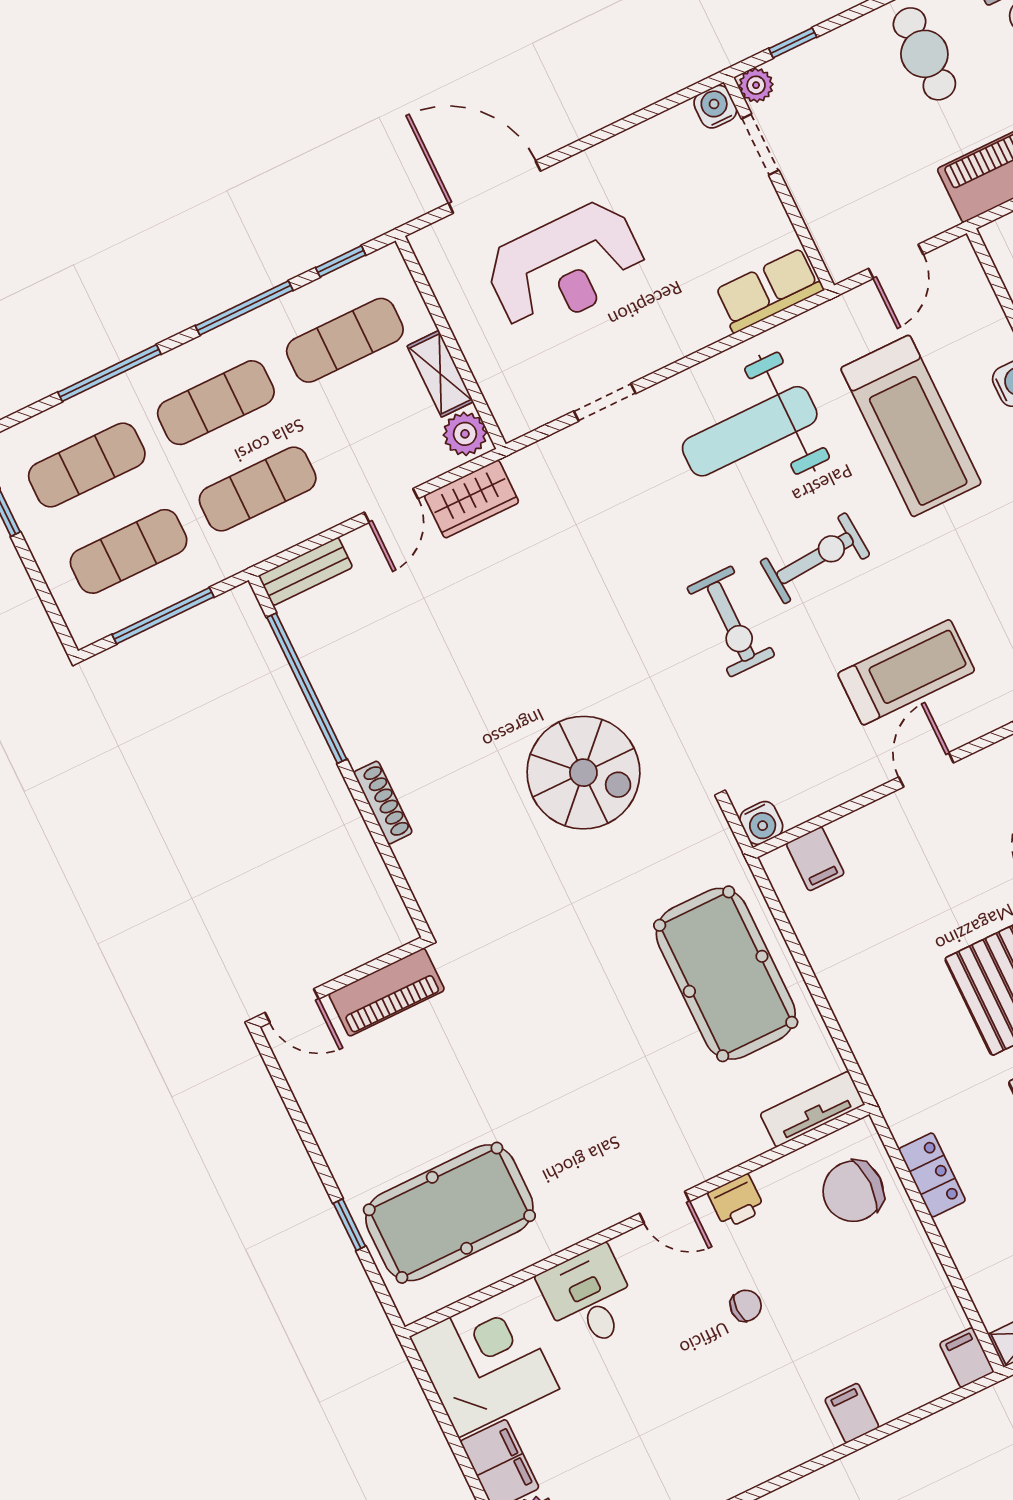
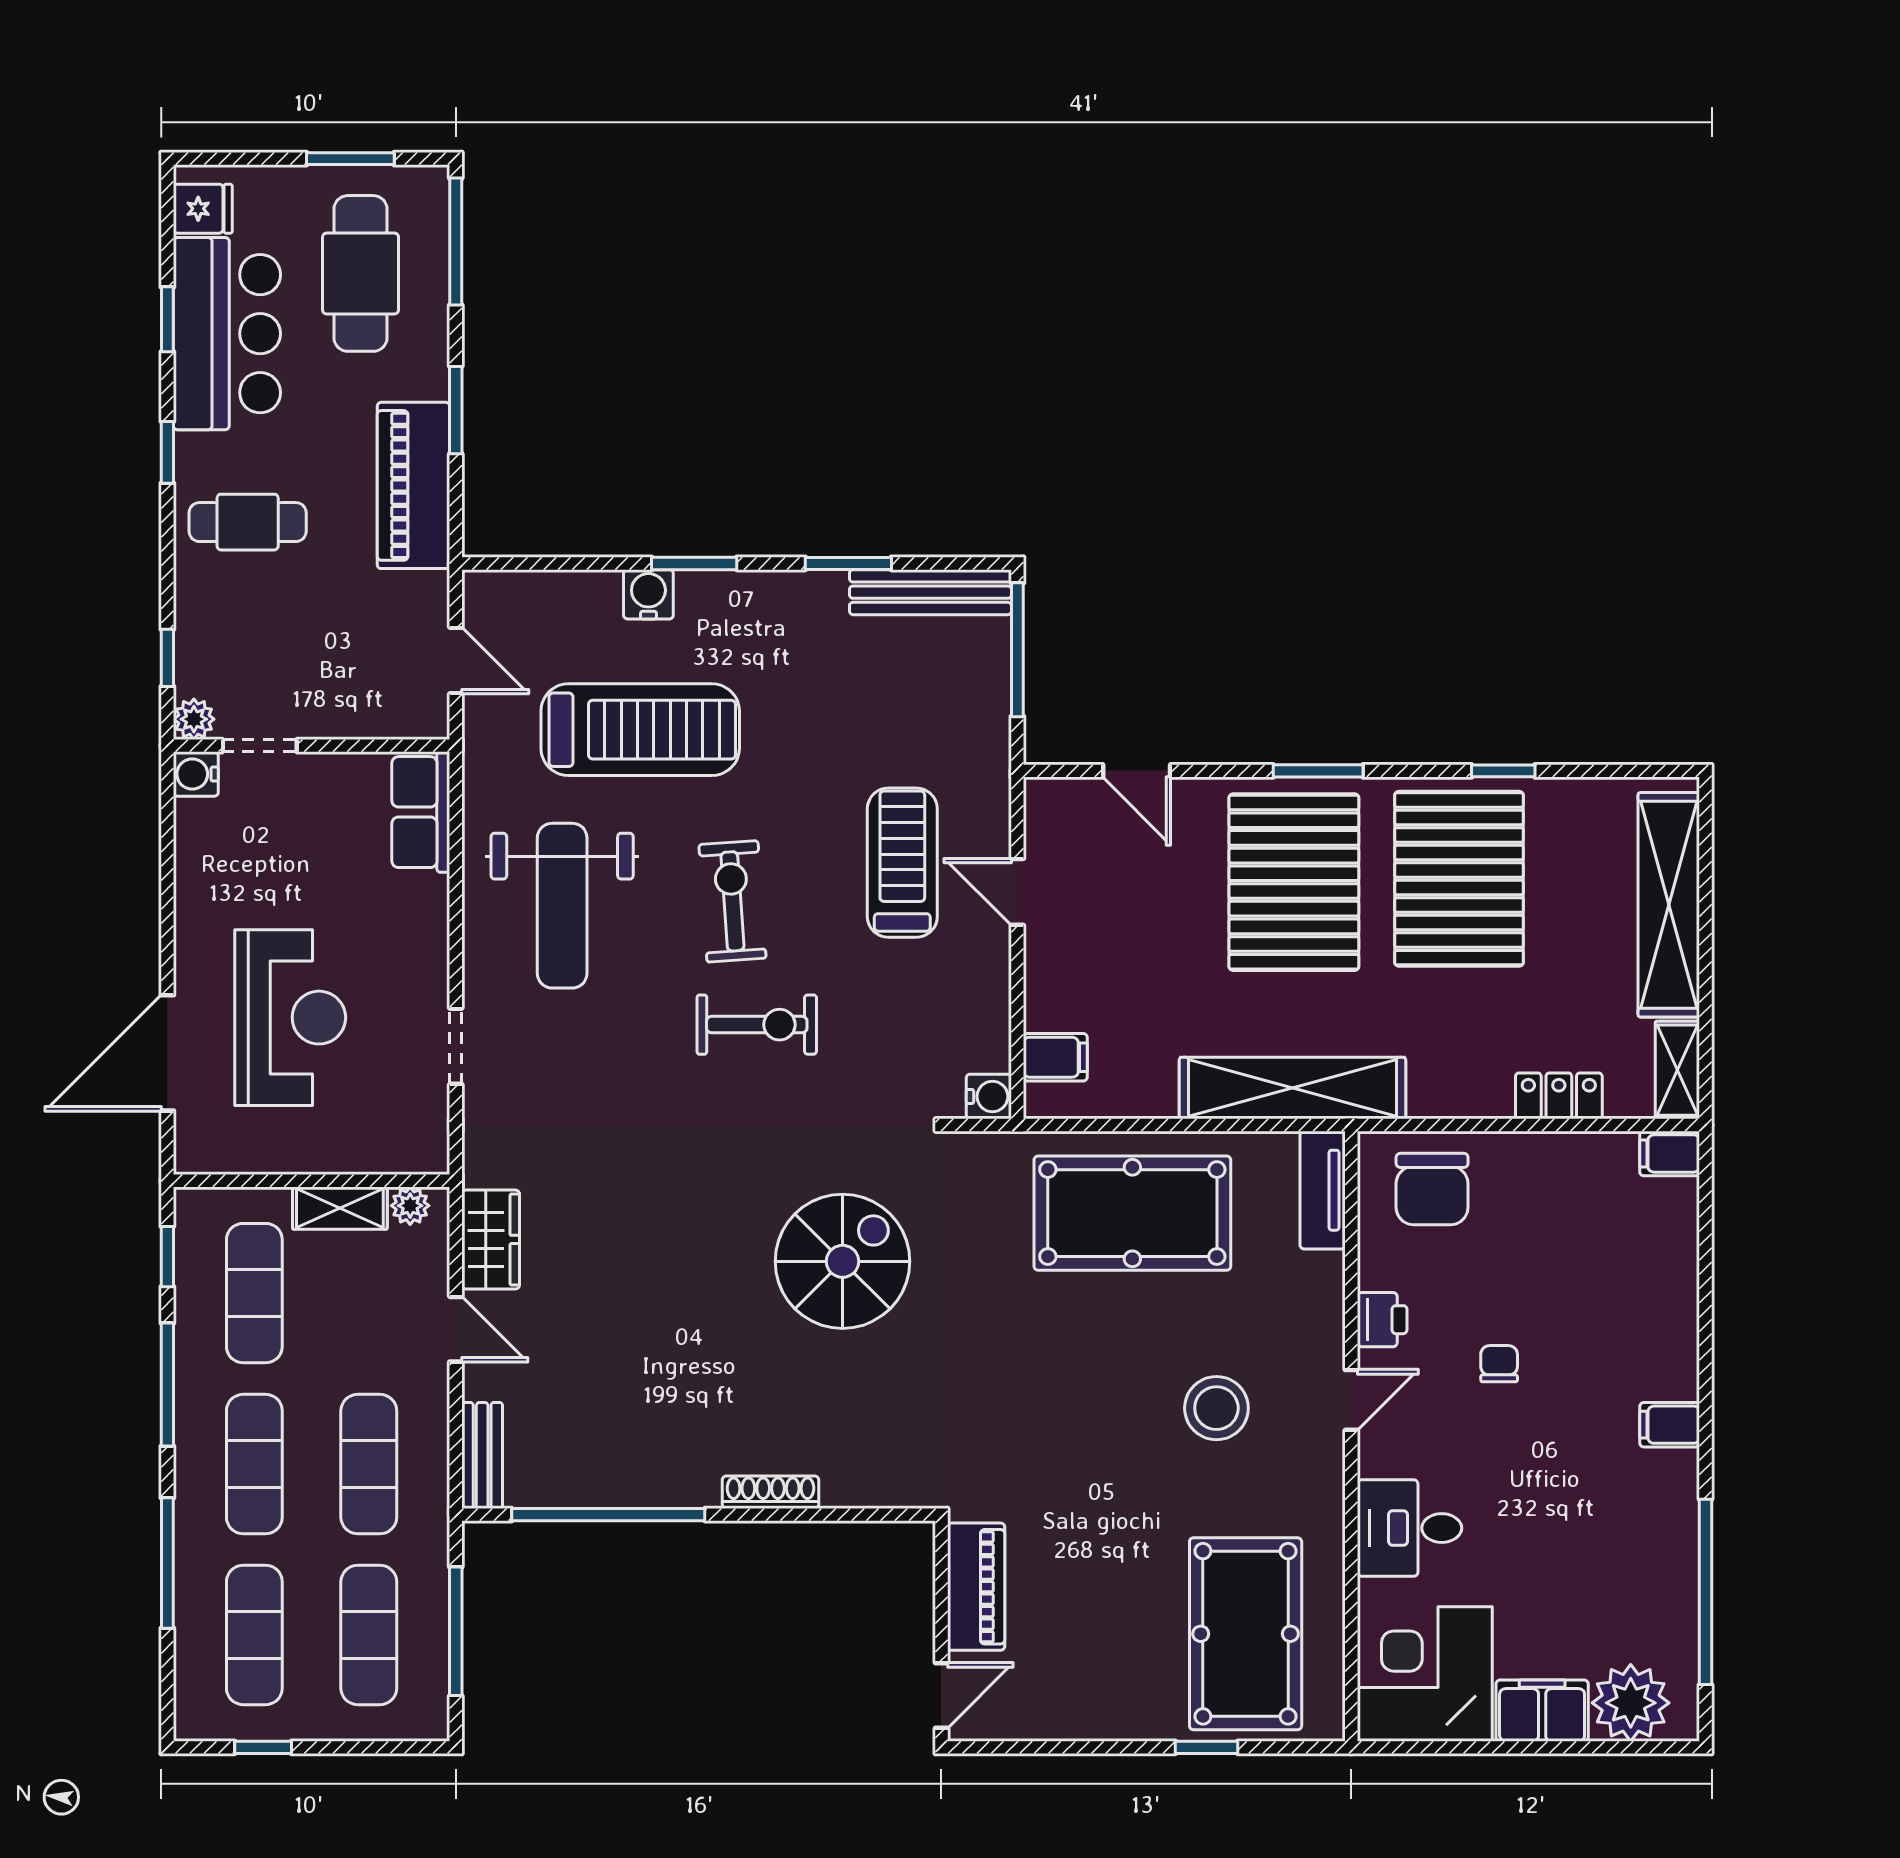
plant: (465, 434) -> (410, 1206), width x0.73, depth x0.73
shelving: (878, 1049) -> (1293, 1088), added
stool: (609, 1108) -> (1216, 1408), added
locker: (932, 1175) -> (1559, 1096), moved
filing cabinet: (852, 1413) -> (1670, 1425), moved

